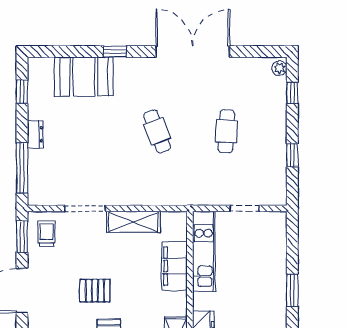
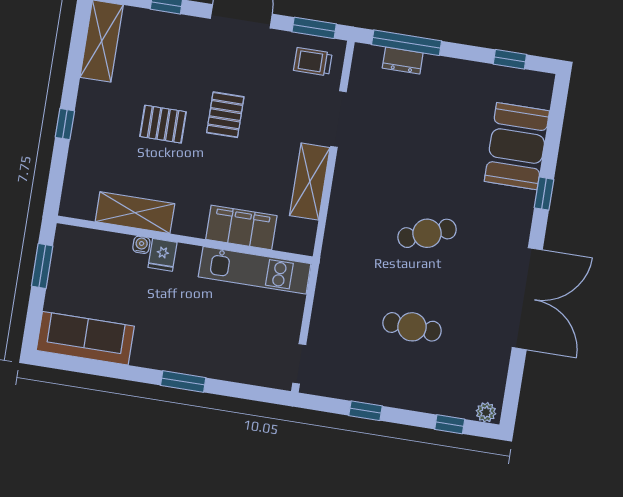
dresser: (35, 134) -> (403, 60), moved
doorway: (245, 208) -> (299, 364), moved
trolley: (47, 234) -> (313, 62), turned 180

